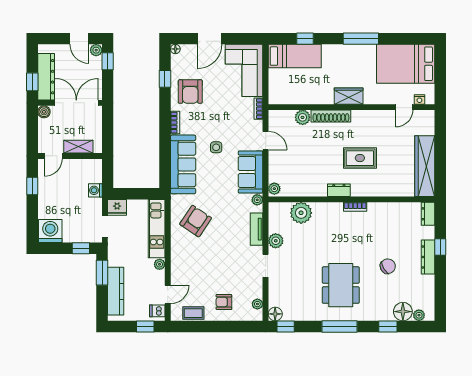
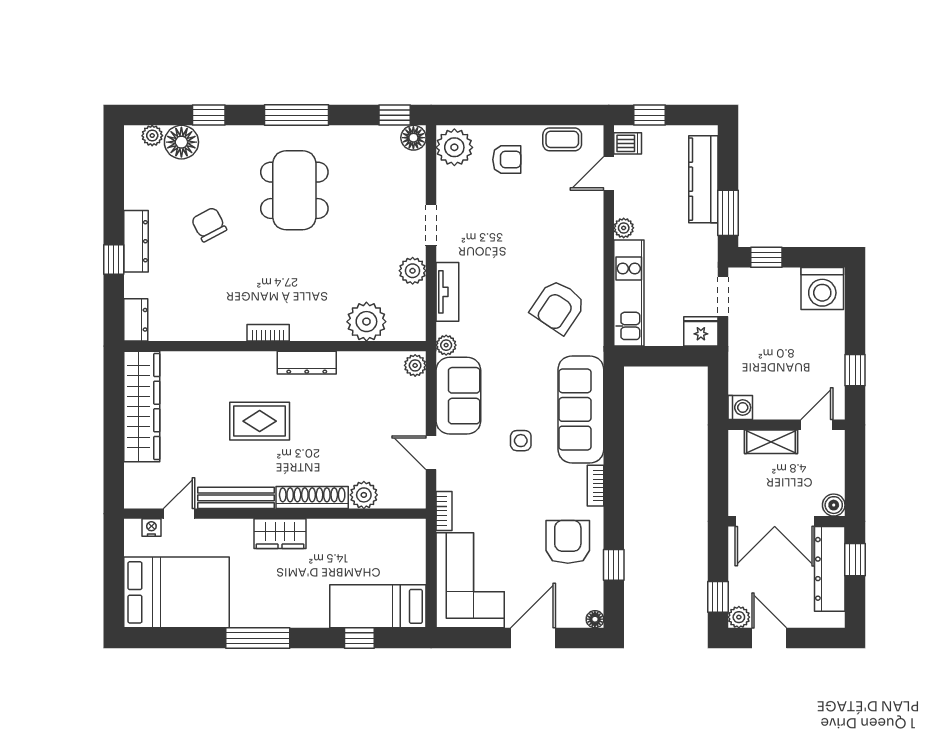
bench: (373, 116) -> (236, 498), added
washing machine: (95, 190) -> (740, 408), moved
dresser: (339, 190) -> (307, 363), width x1.44
chair: (388, 266) -> (209, 224), turned 93
plant: (257, 304) -> (454, 147), width x1.87, depth x1.87

